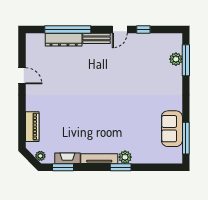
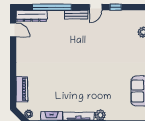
dresser: (64, 40) -> (32, 16), moved
door: (22, 76) -> (13, 30), moved

